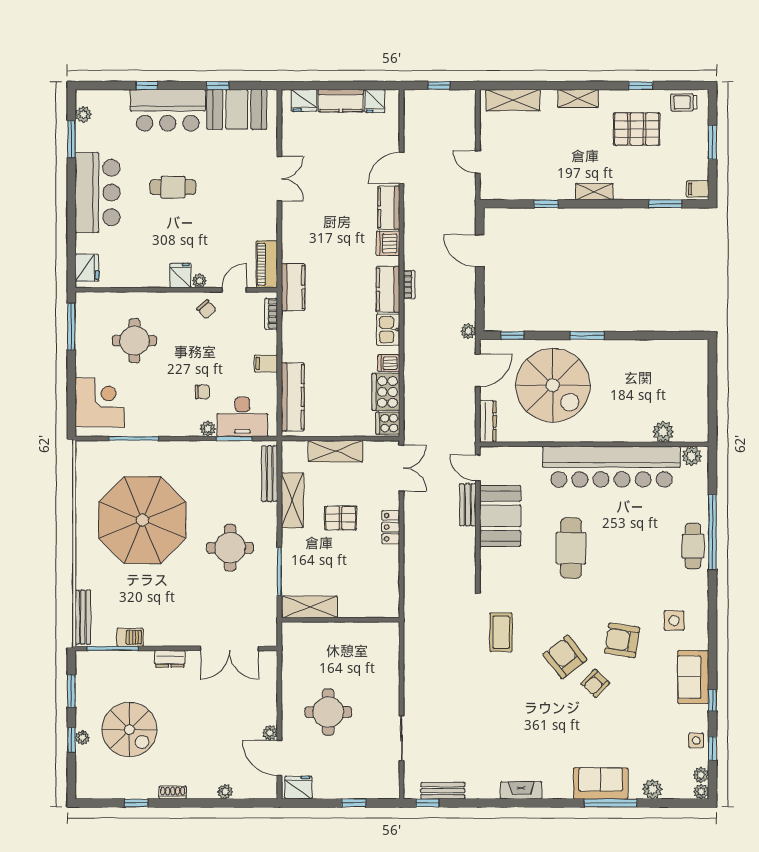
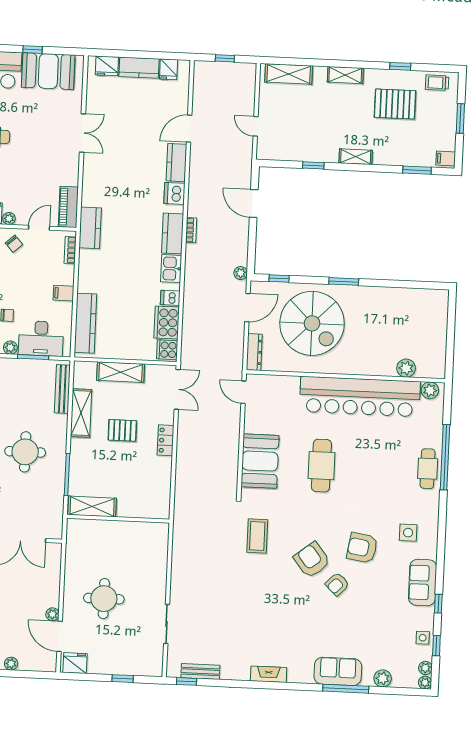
bench: (468, 505) -> (233, 424), removed
booth: (500, 516) -> (260, 461), moved

